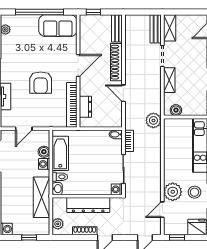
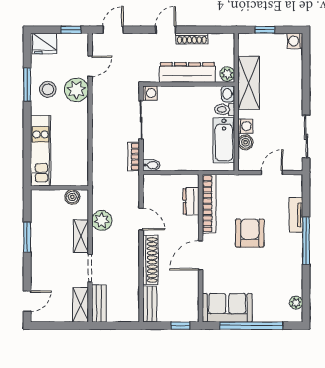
plant: (153, 120) -> (102, 220), moved
plant: (58, 224) -> (227, 74), moved

